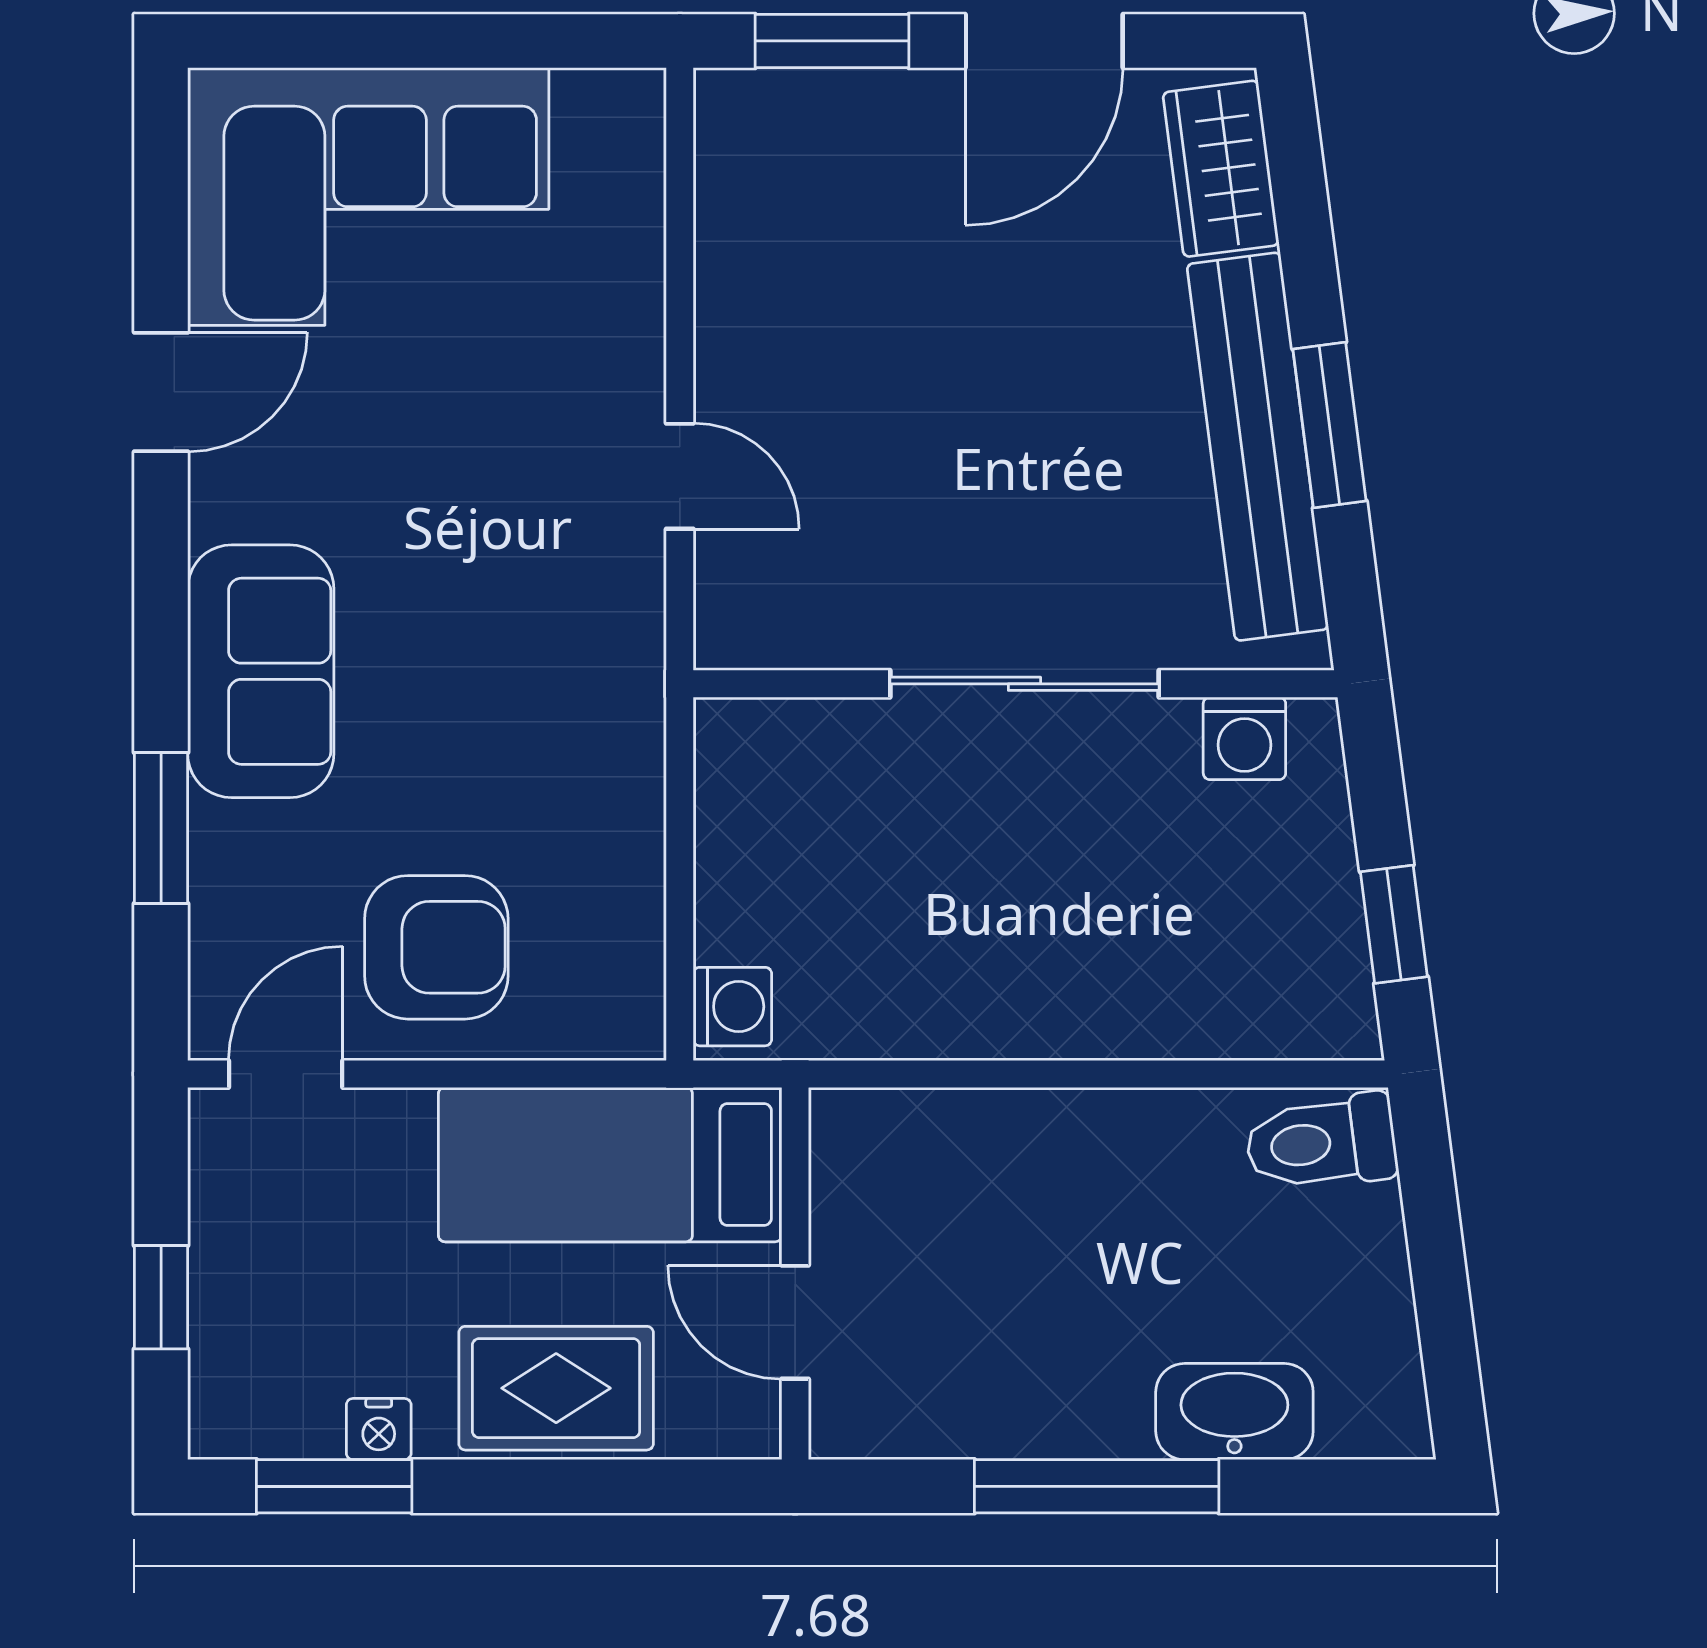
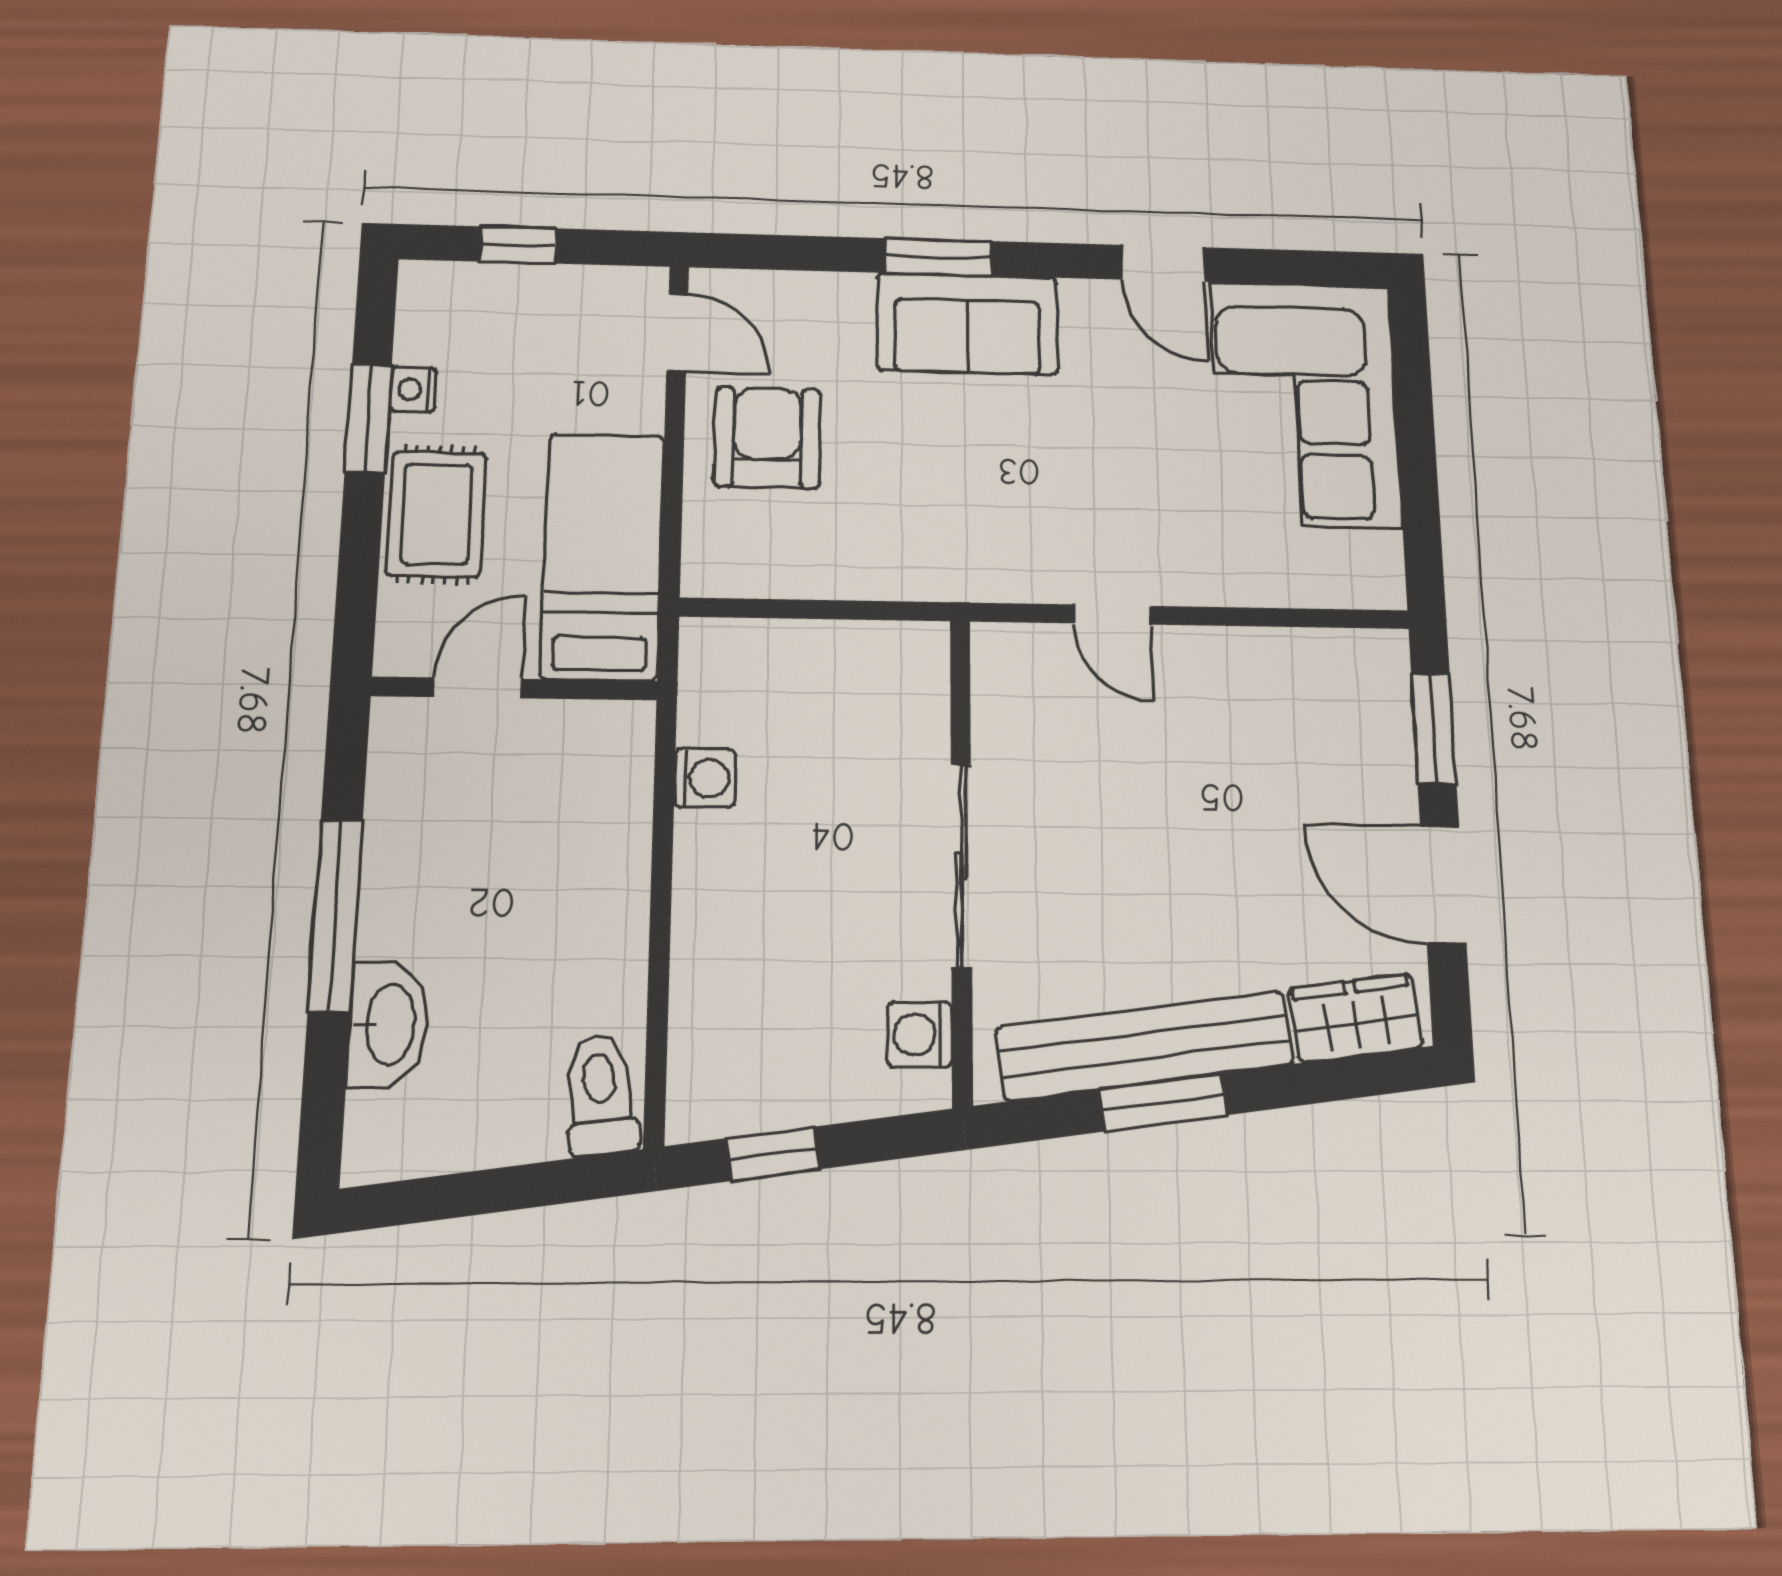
door: (680, 476) -> (1112, 615), hinge flipped
window: (161, 828) -> (938, 257), moved
armchair: (436, 947) -> (767, 438), turned 180
washing machine: (732, 1007) -> (705, 778), moved, turned -90
window: (334, 1486) -> (368, 418), moved

